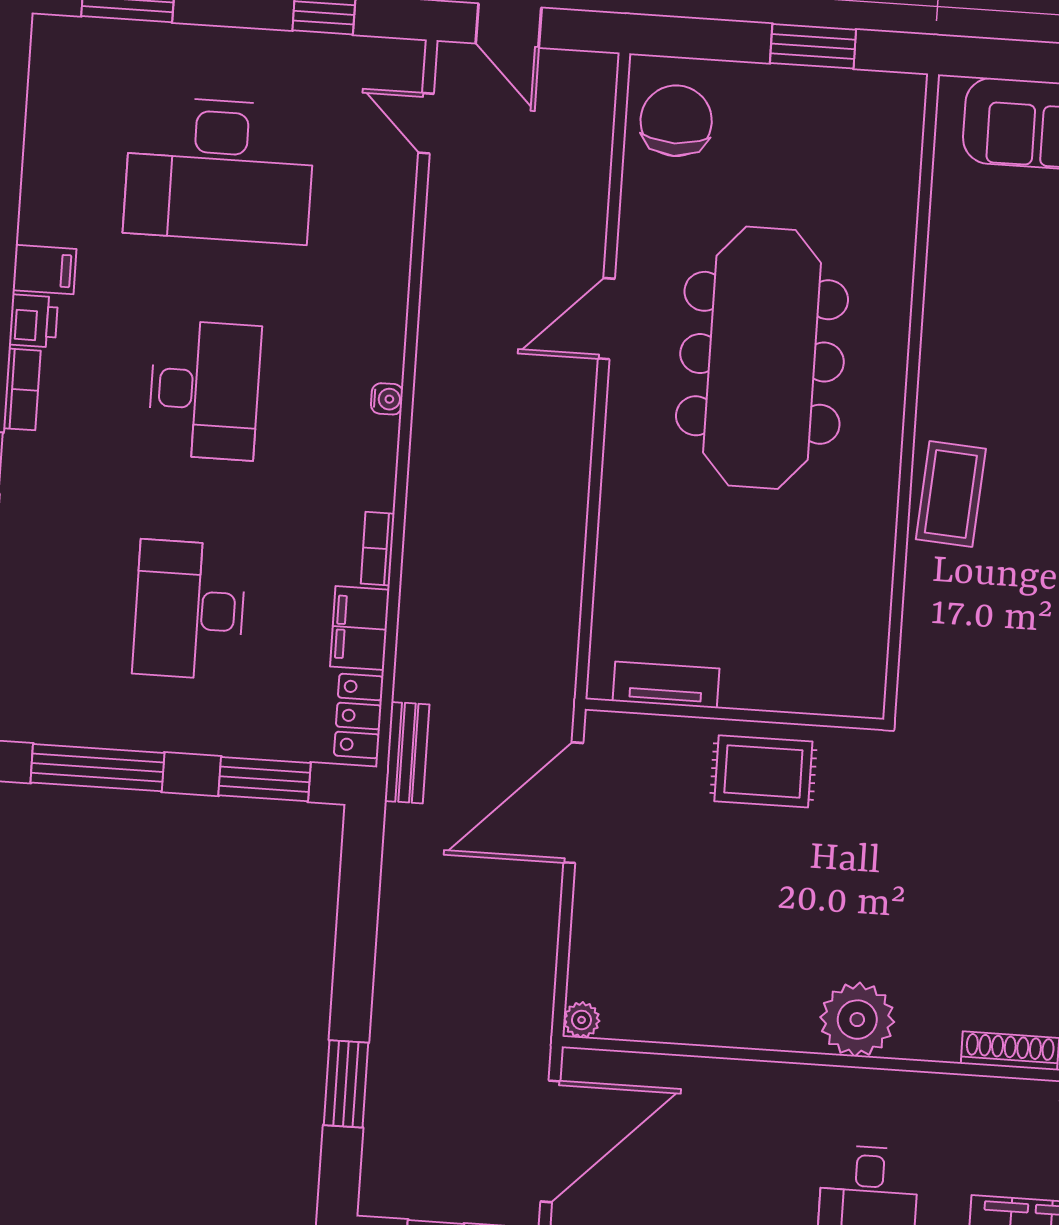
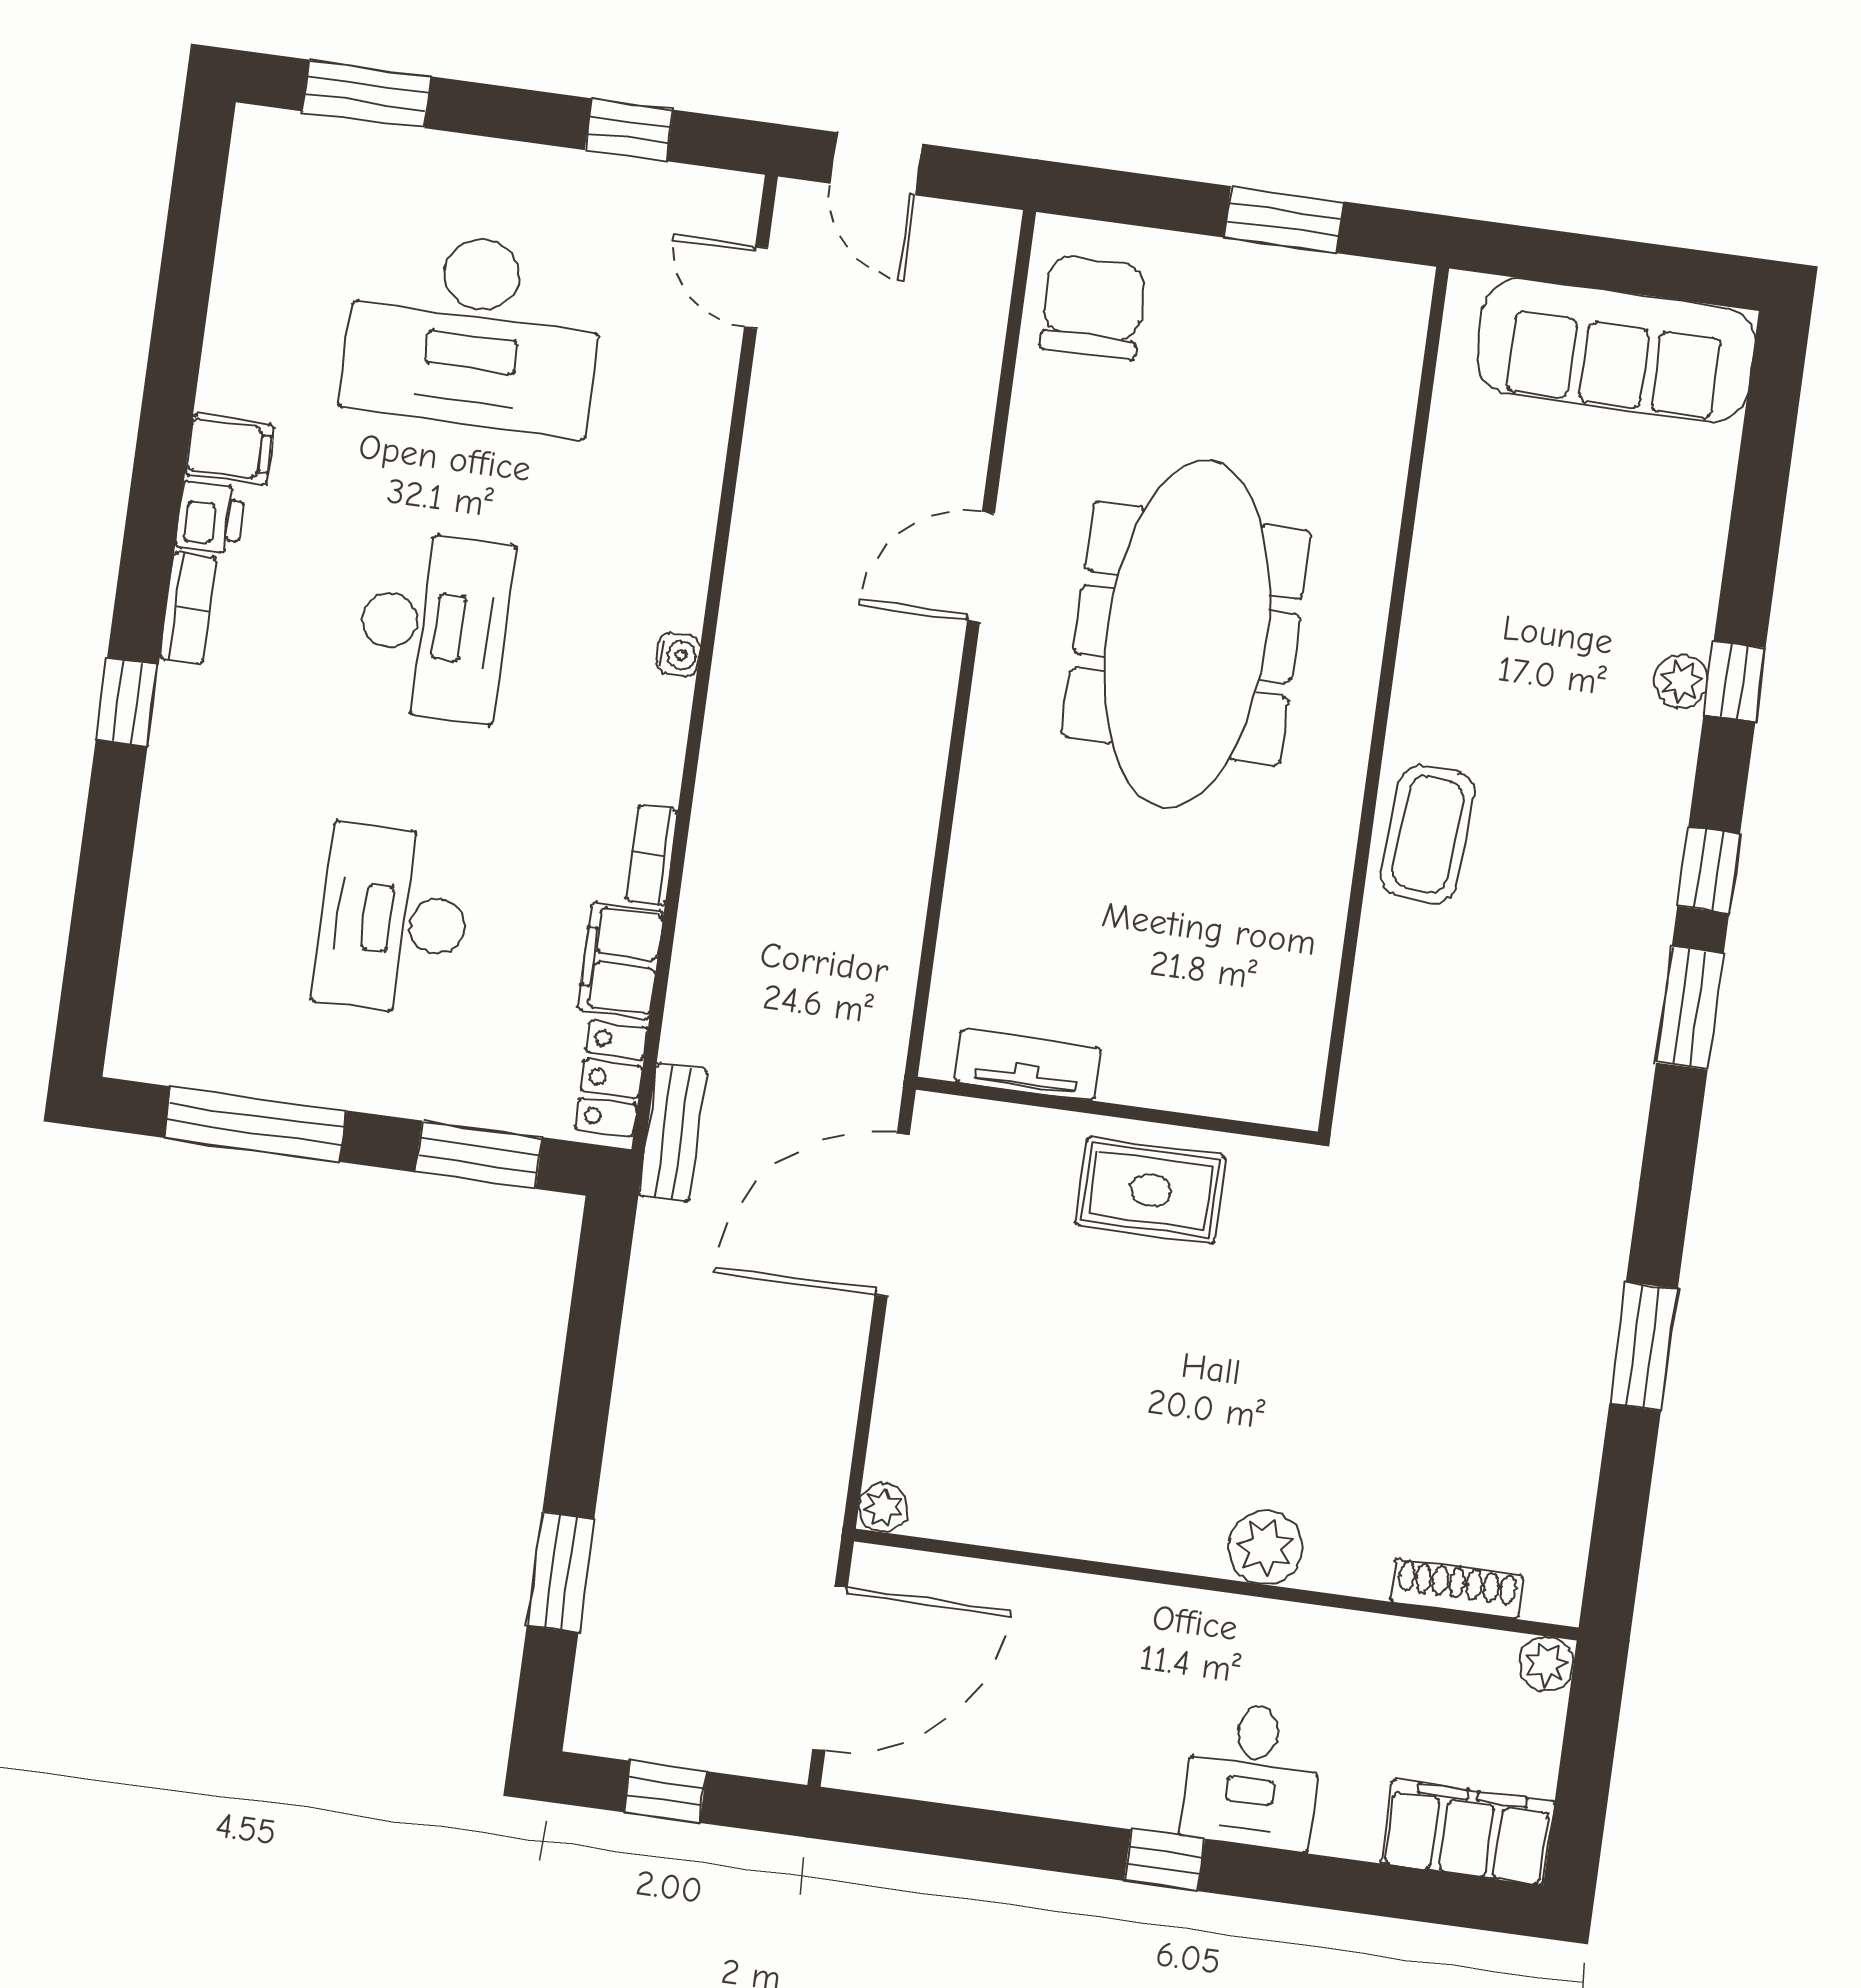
plant: (857, 1020) -> (1265, 1548), width x0.73, depth x0.73

